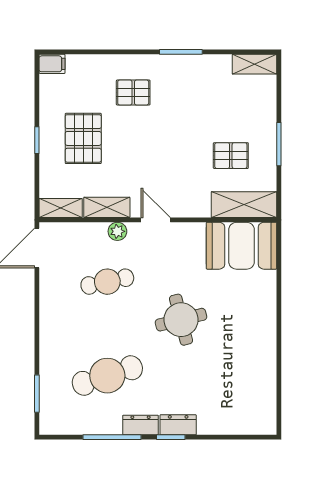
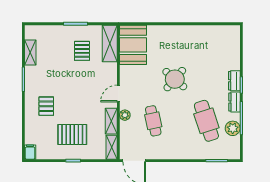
shelving: (254, 64) -> (30, 53), moved
round table: (181, 320) -> (175, 79), turned -35
plant: (94, 422) -> (233, 128), added

